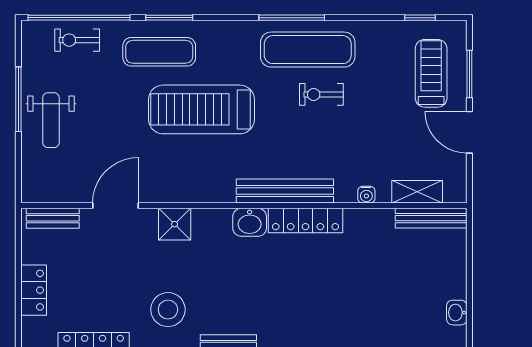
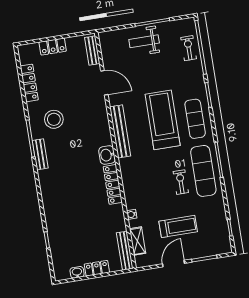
exercise mat: (159, 52) -> (195, 119), moved
treadmill: (431, 73) -> (178, 226), moved
bench: (285, 191) -> (120, 131), moved
shower: (175, 224) -> (100, 115), removed
locker: (455, 275) -> (97, 268), added

